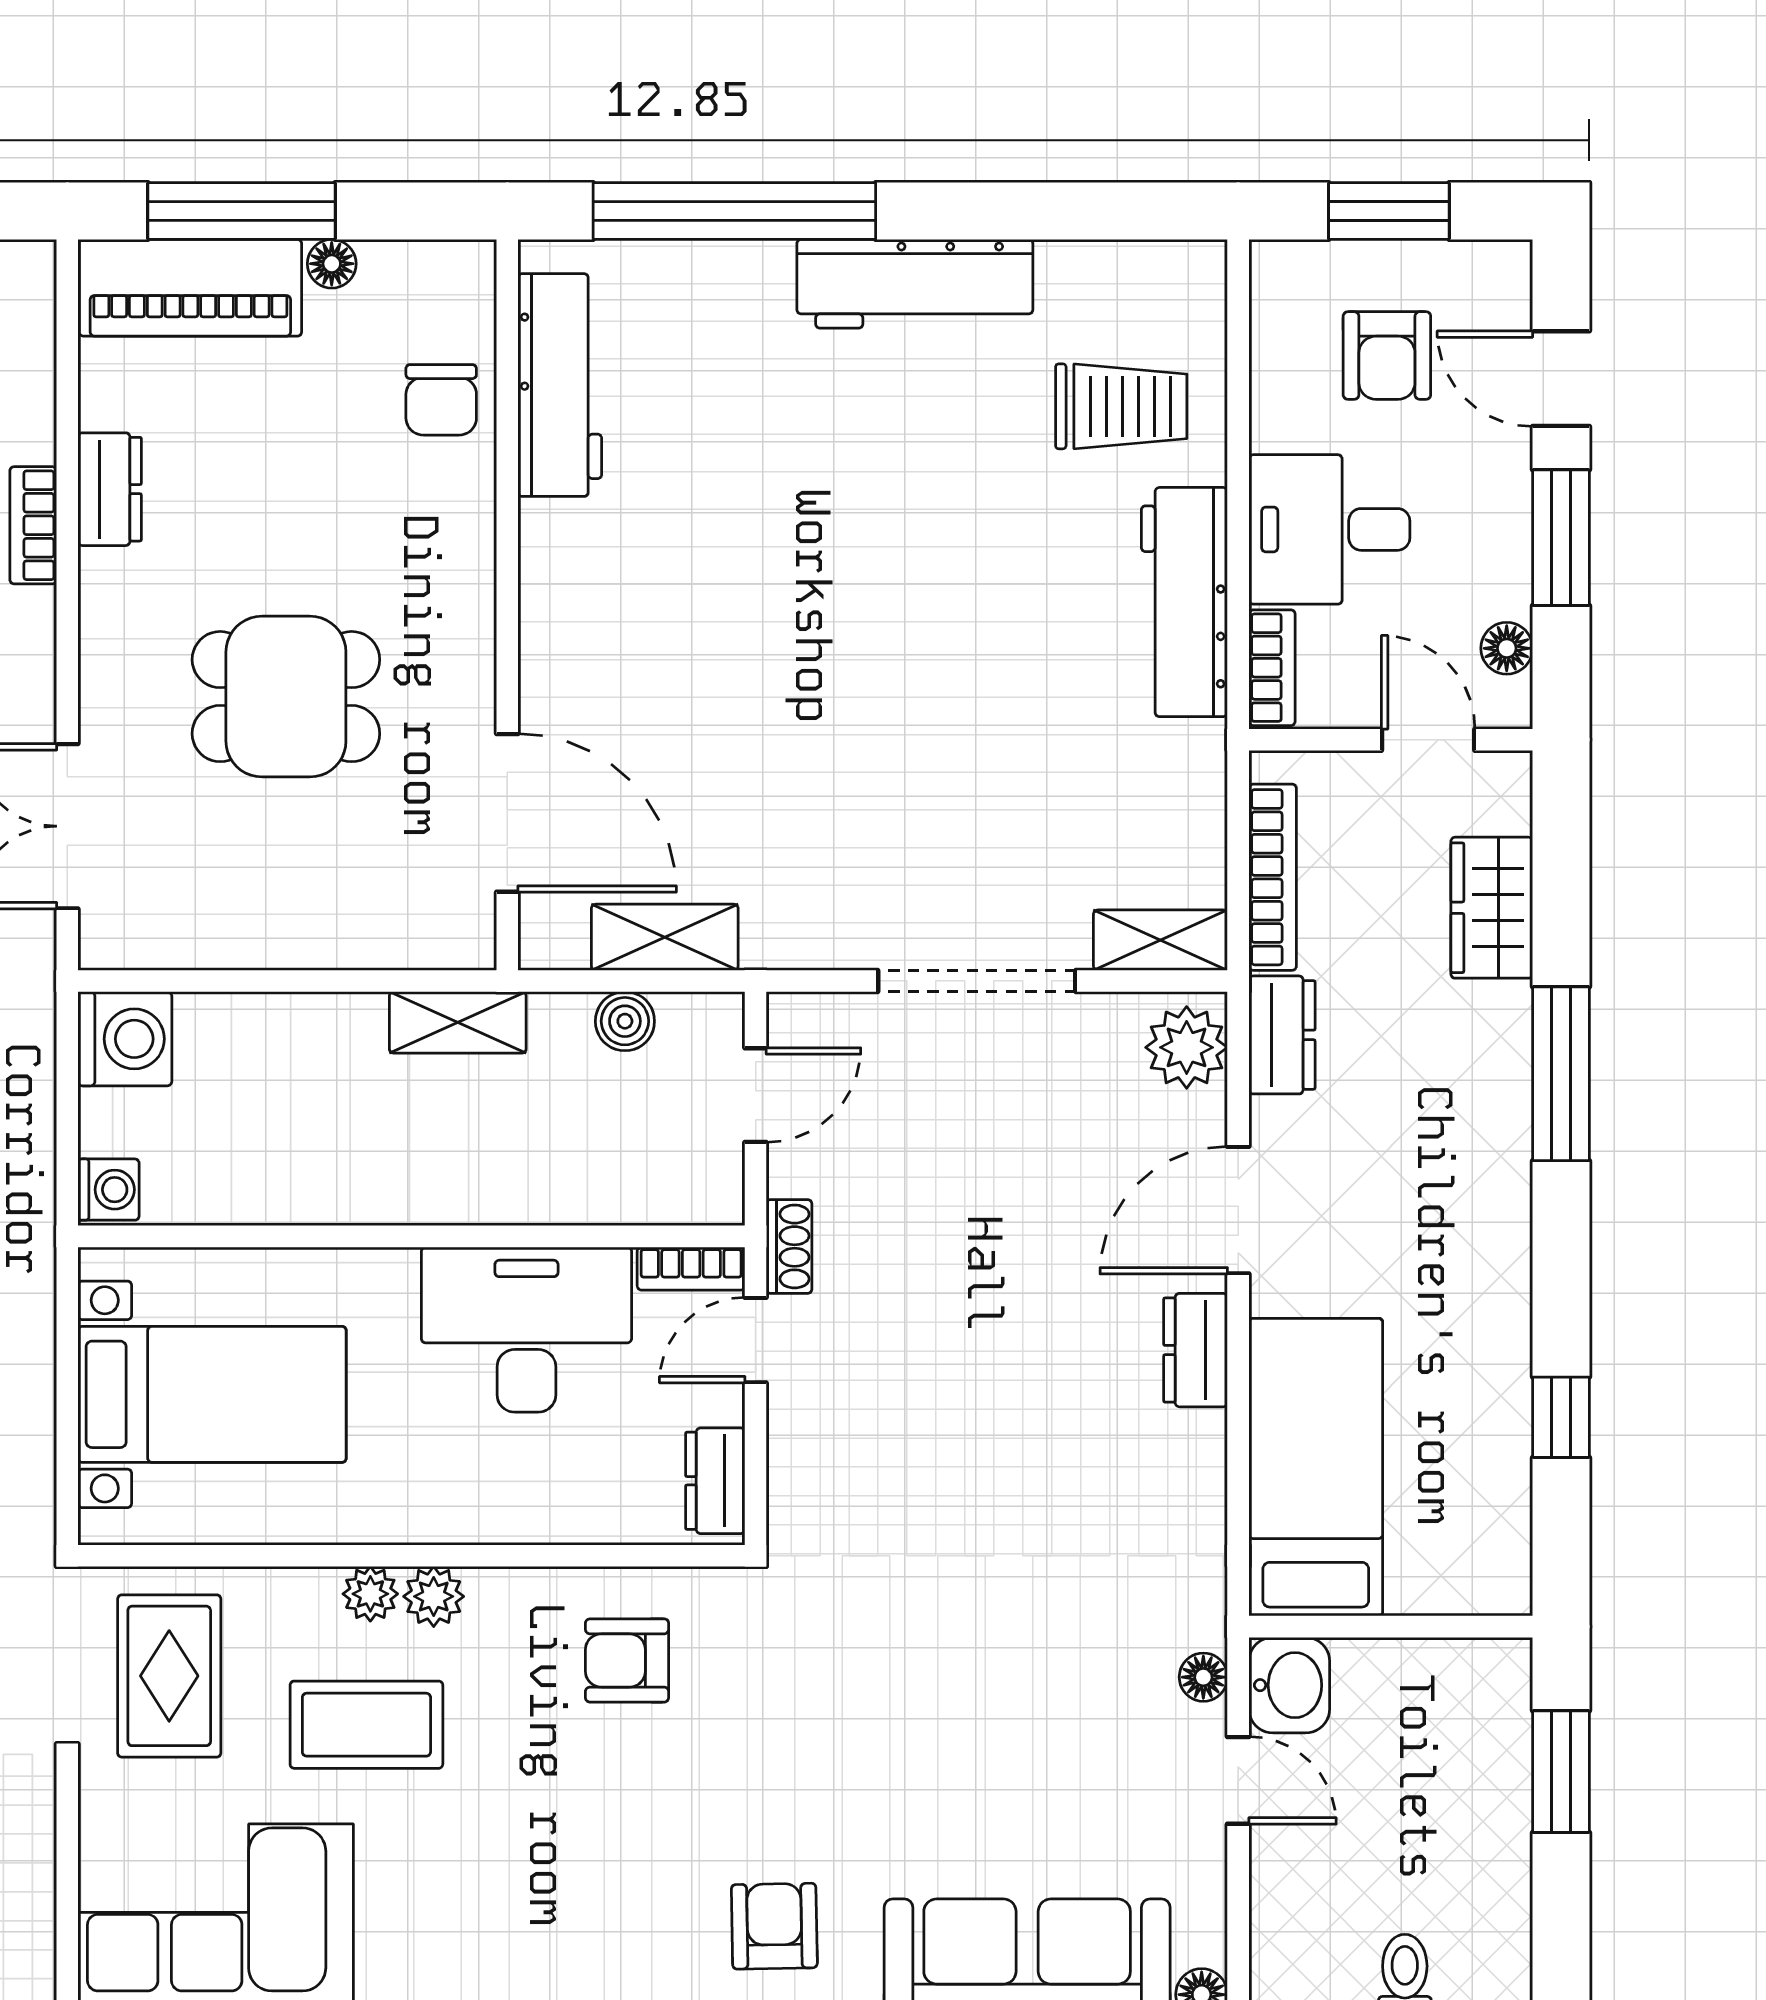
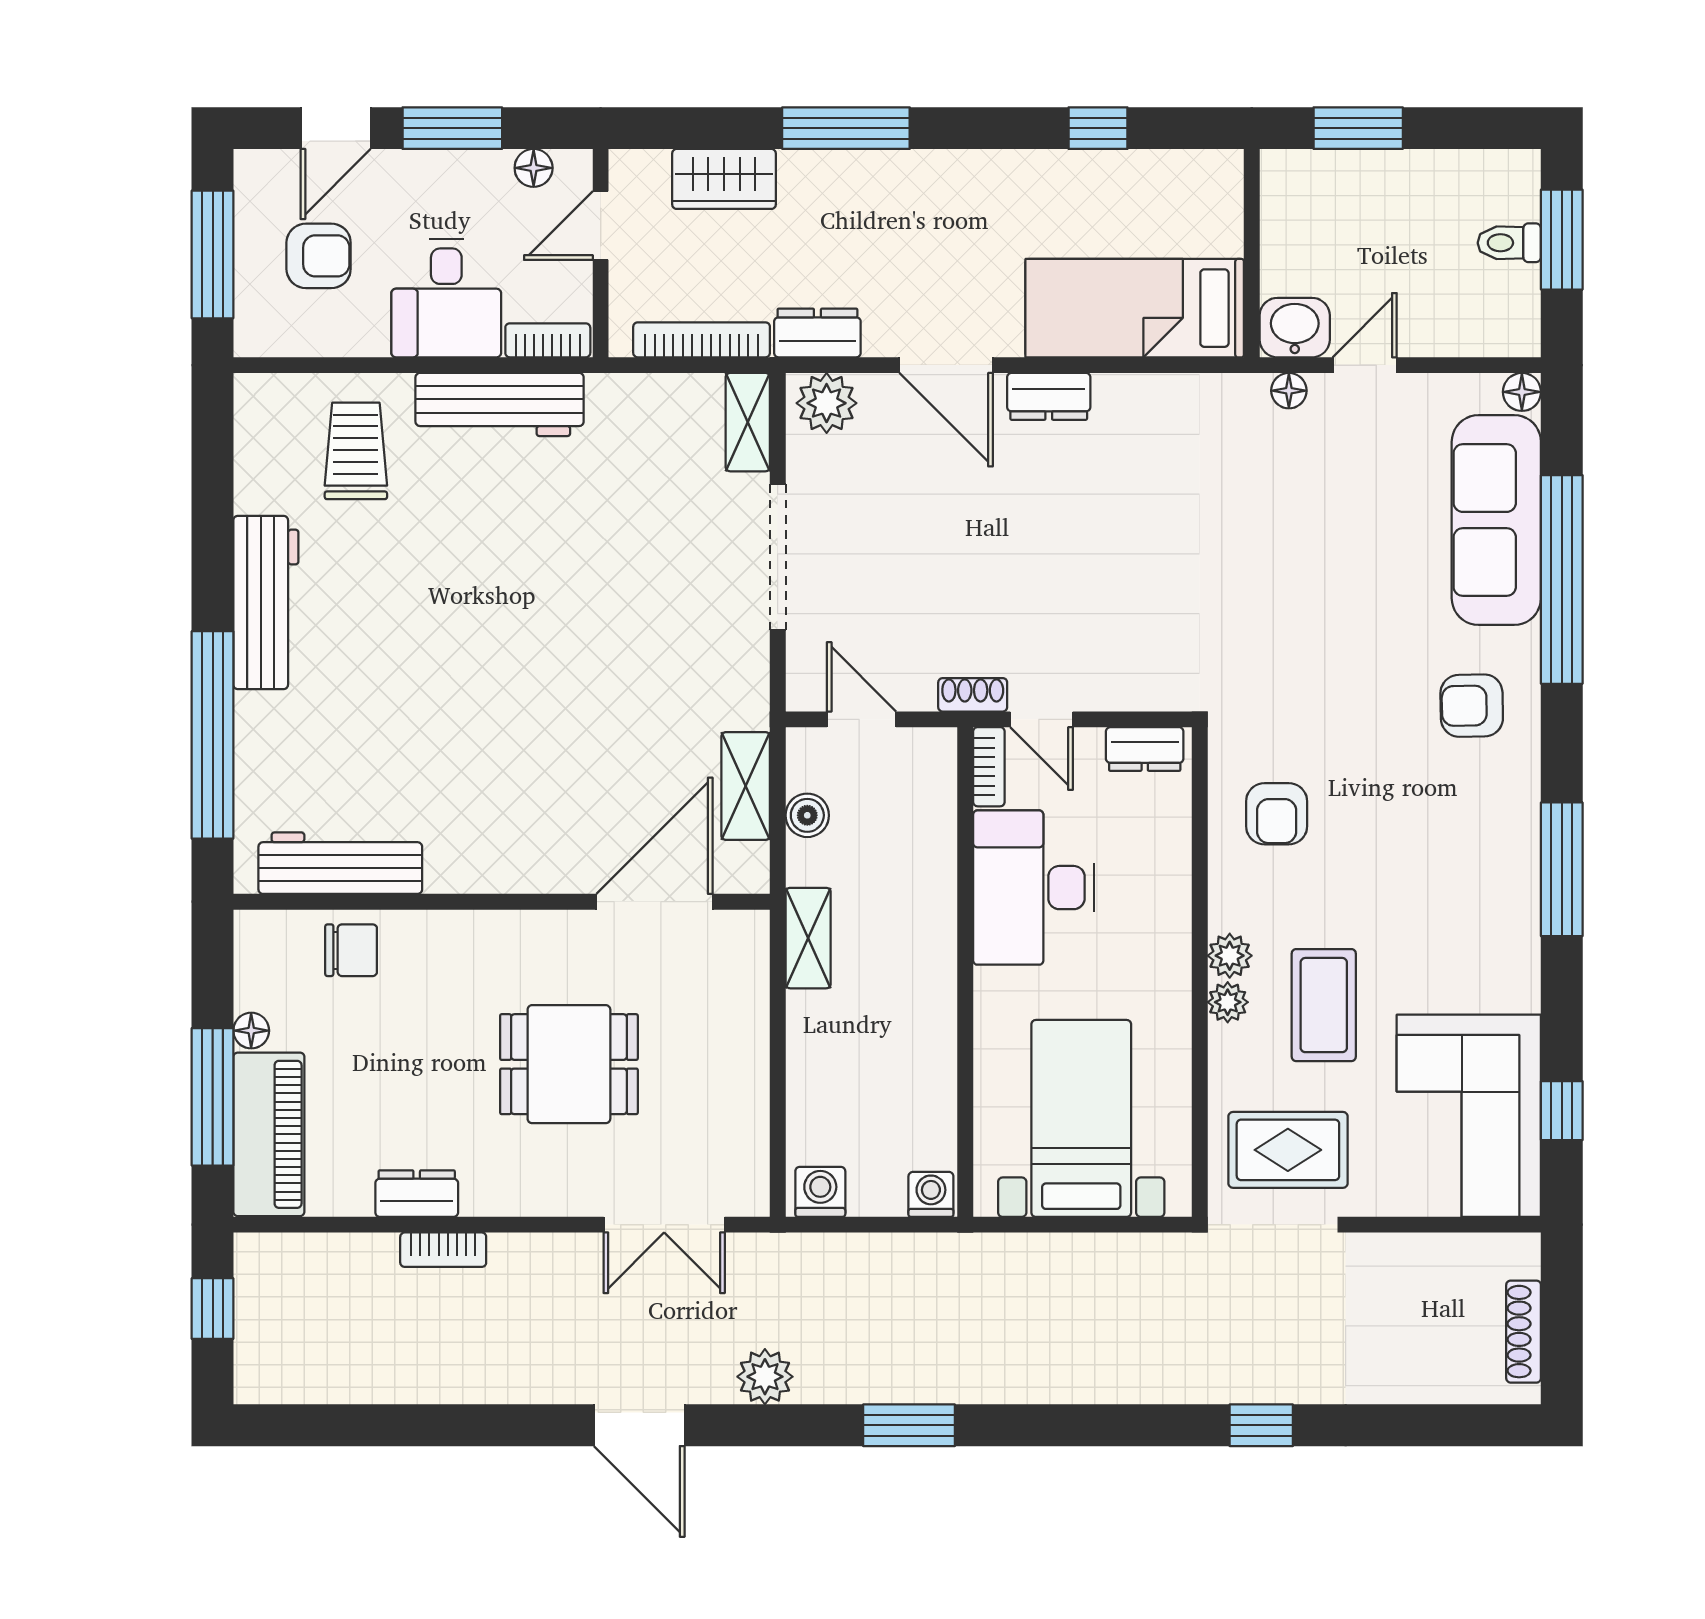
window: (1389, 211) -> (213, 254), width x1.44
dining table: (286, 697) -> (569, 1064), turned 90
washing machine: (125, 1039) -> (820, 1192), width x0.73, depth x0.73

